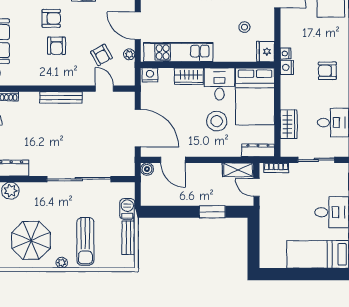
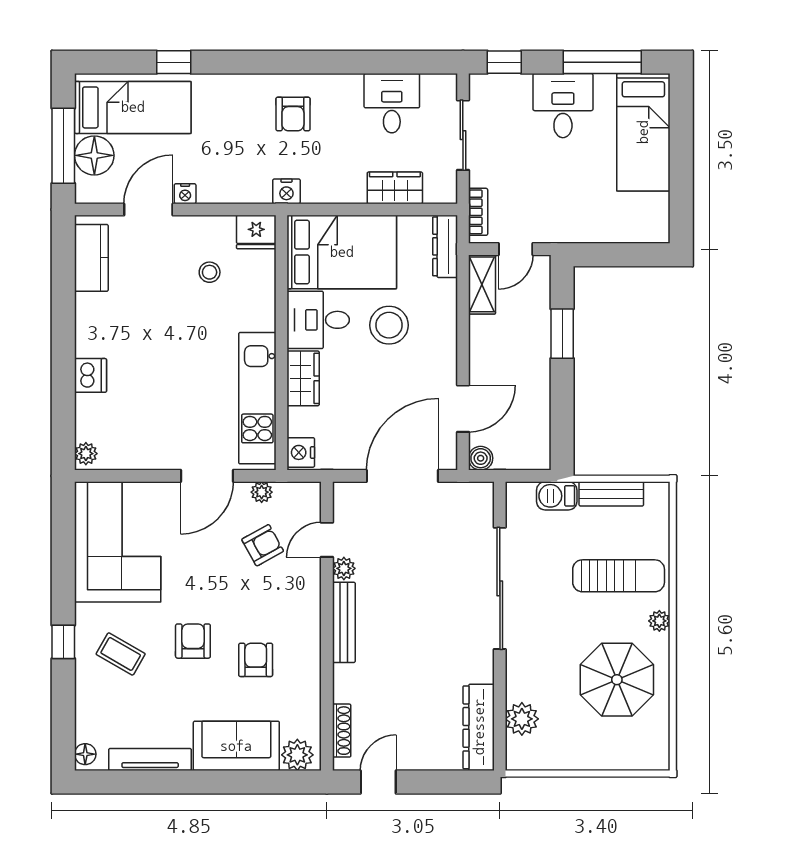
armchair: (57, 46) -> (256, 660), moved, turned -90
nightstand: (286, 53) -> (185, 194), moved
plant: (89, 97) -> (344, 568), added

